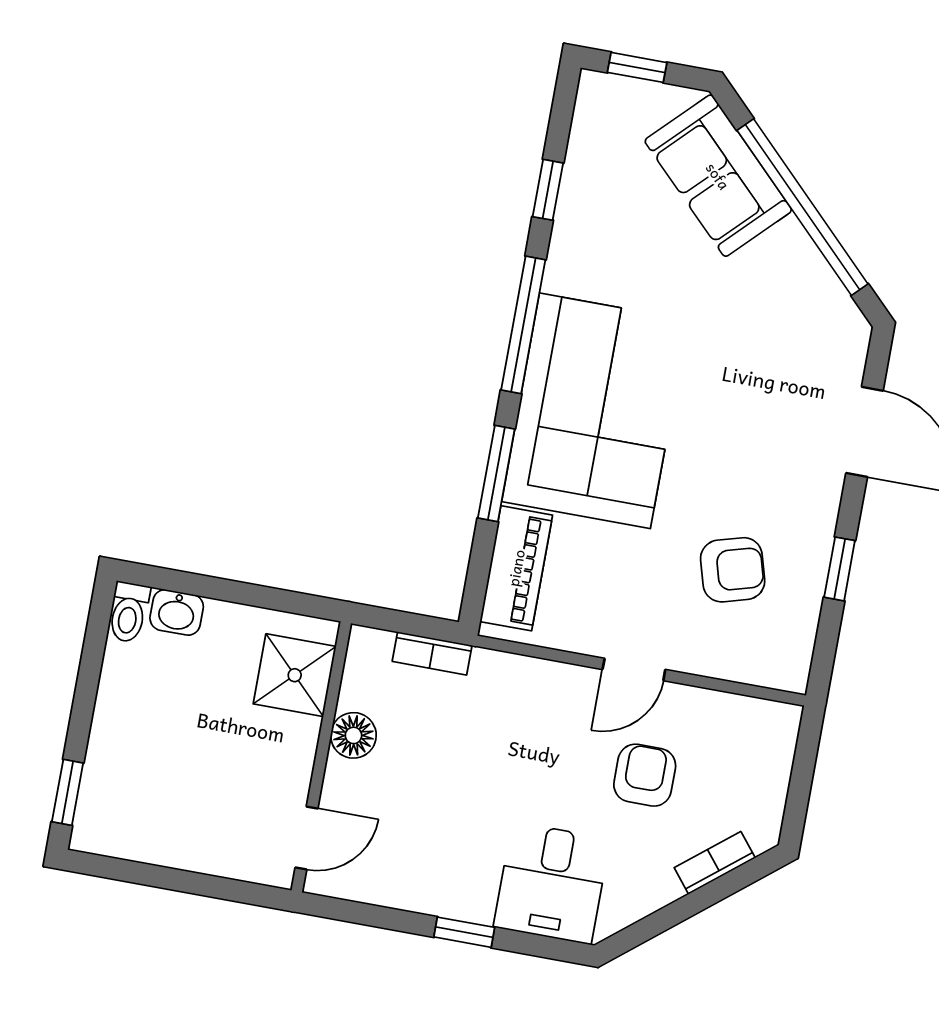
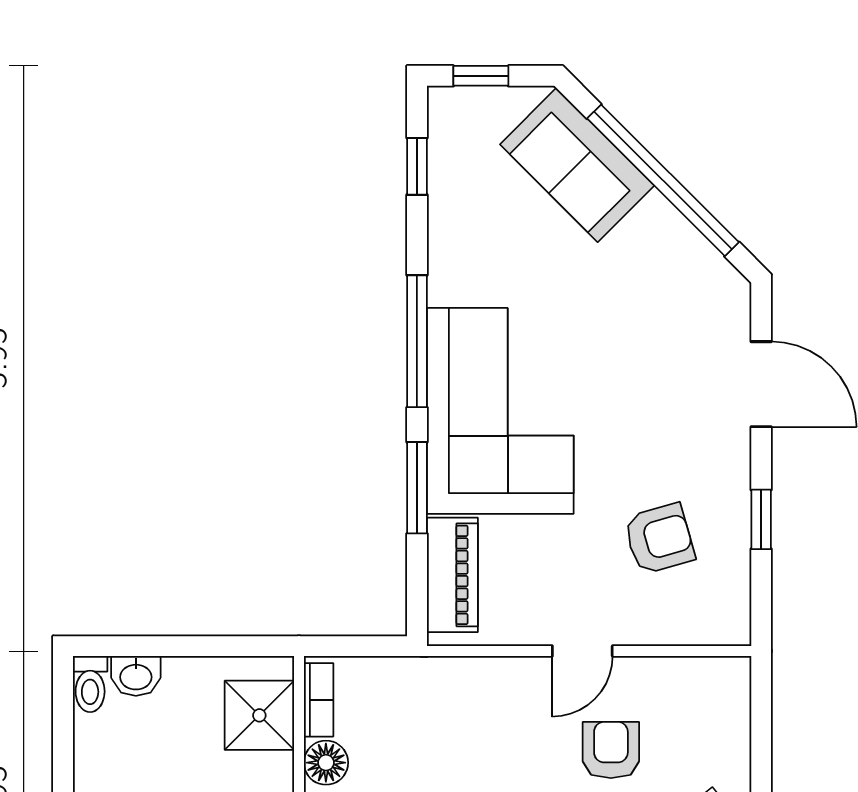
window: (548, 190) -> (417, 166), moved
bookcase: (432, 653) -> (319, 700), moved, turned -90

